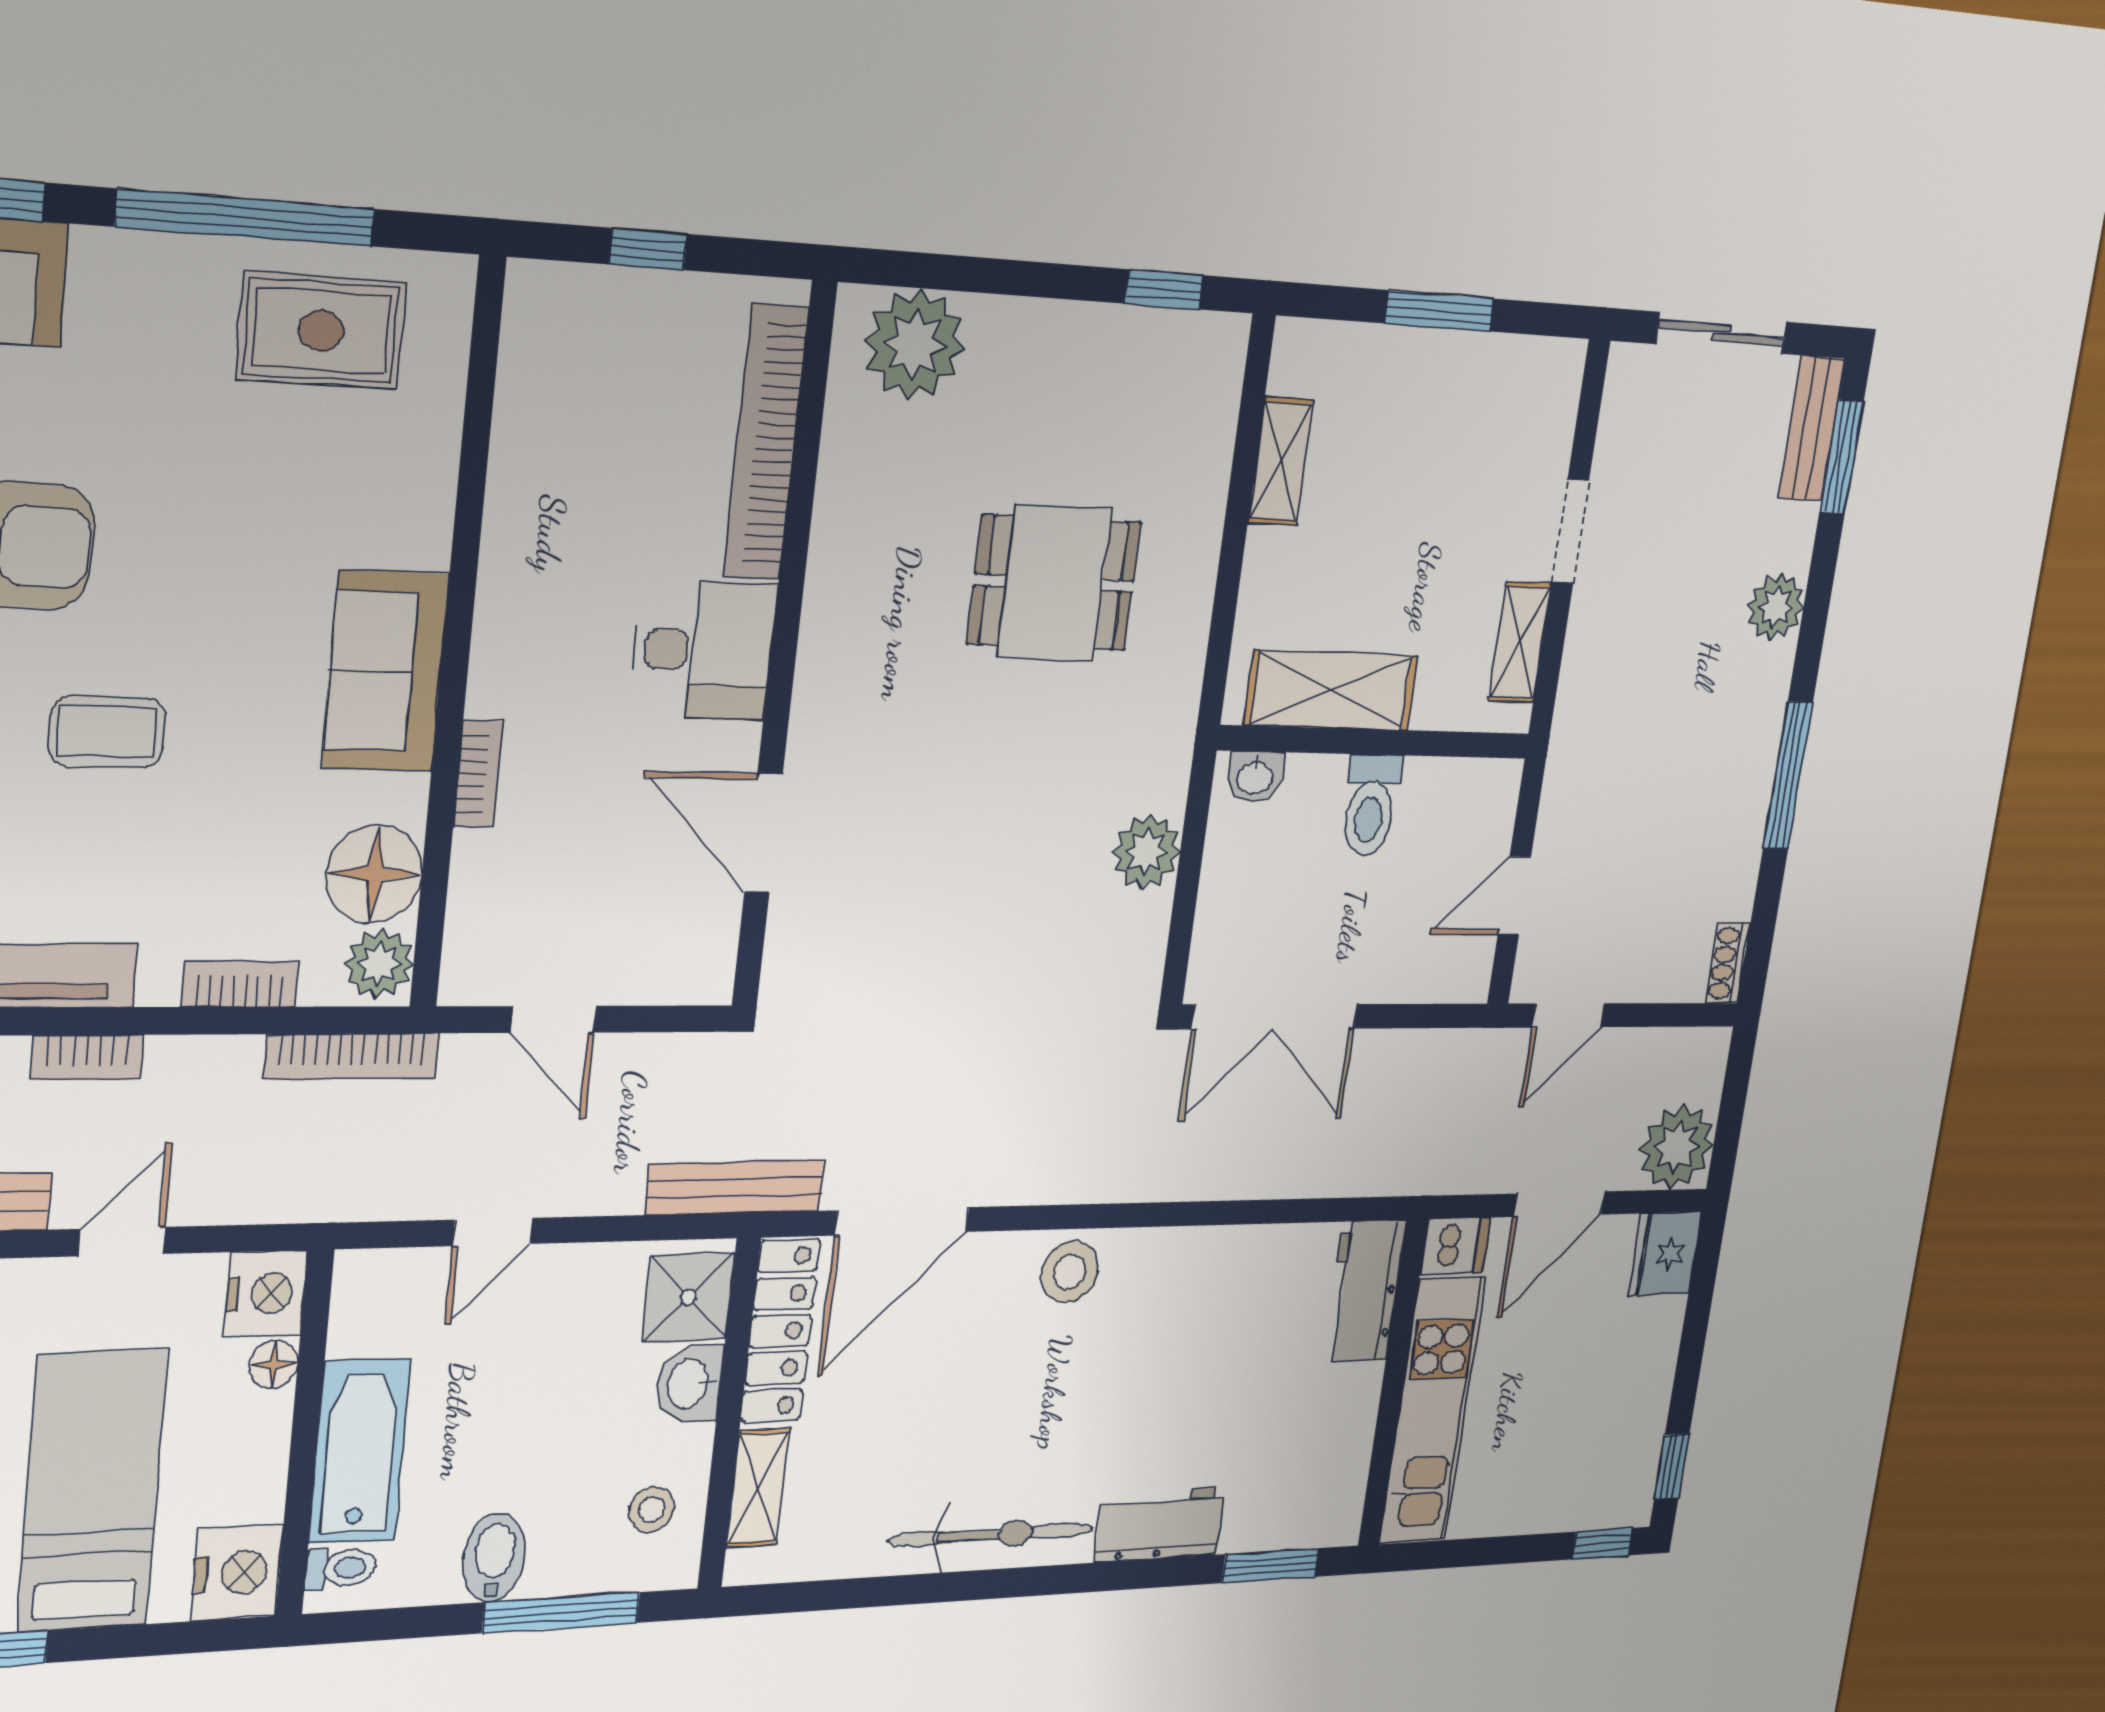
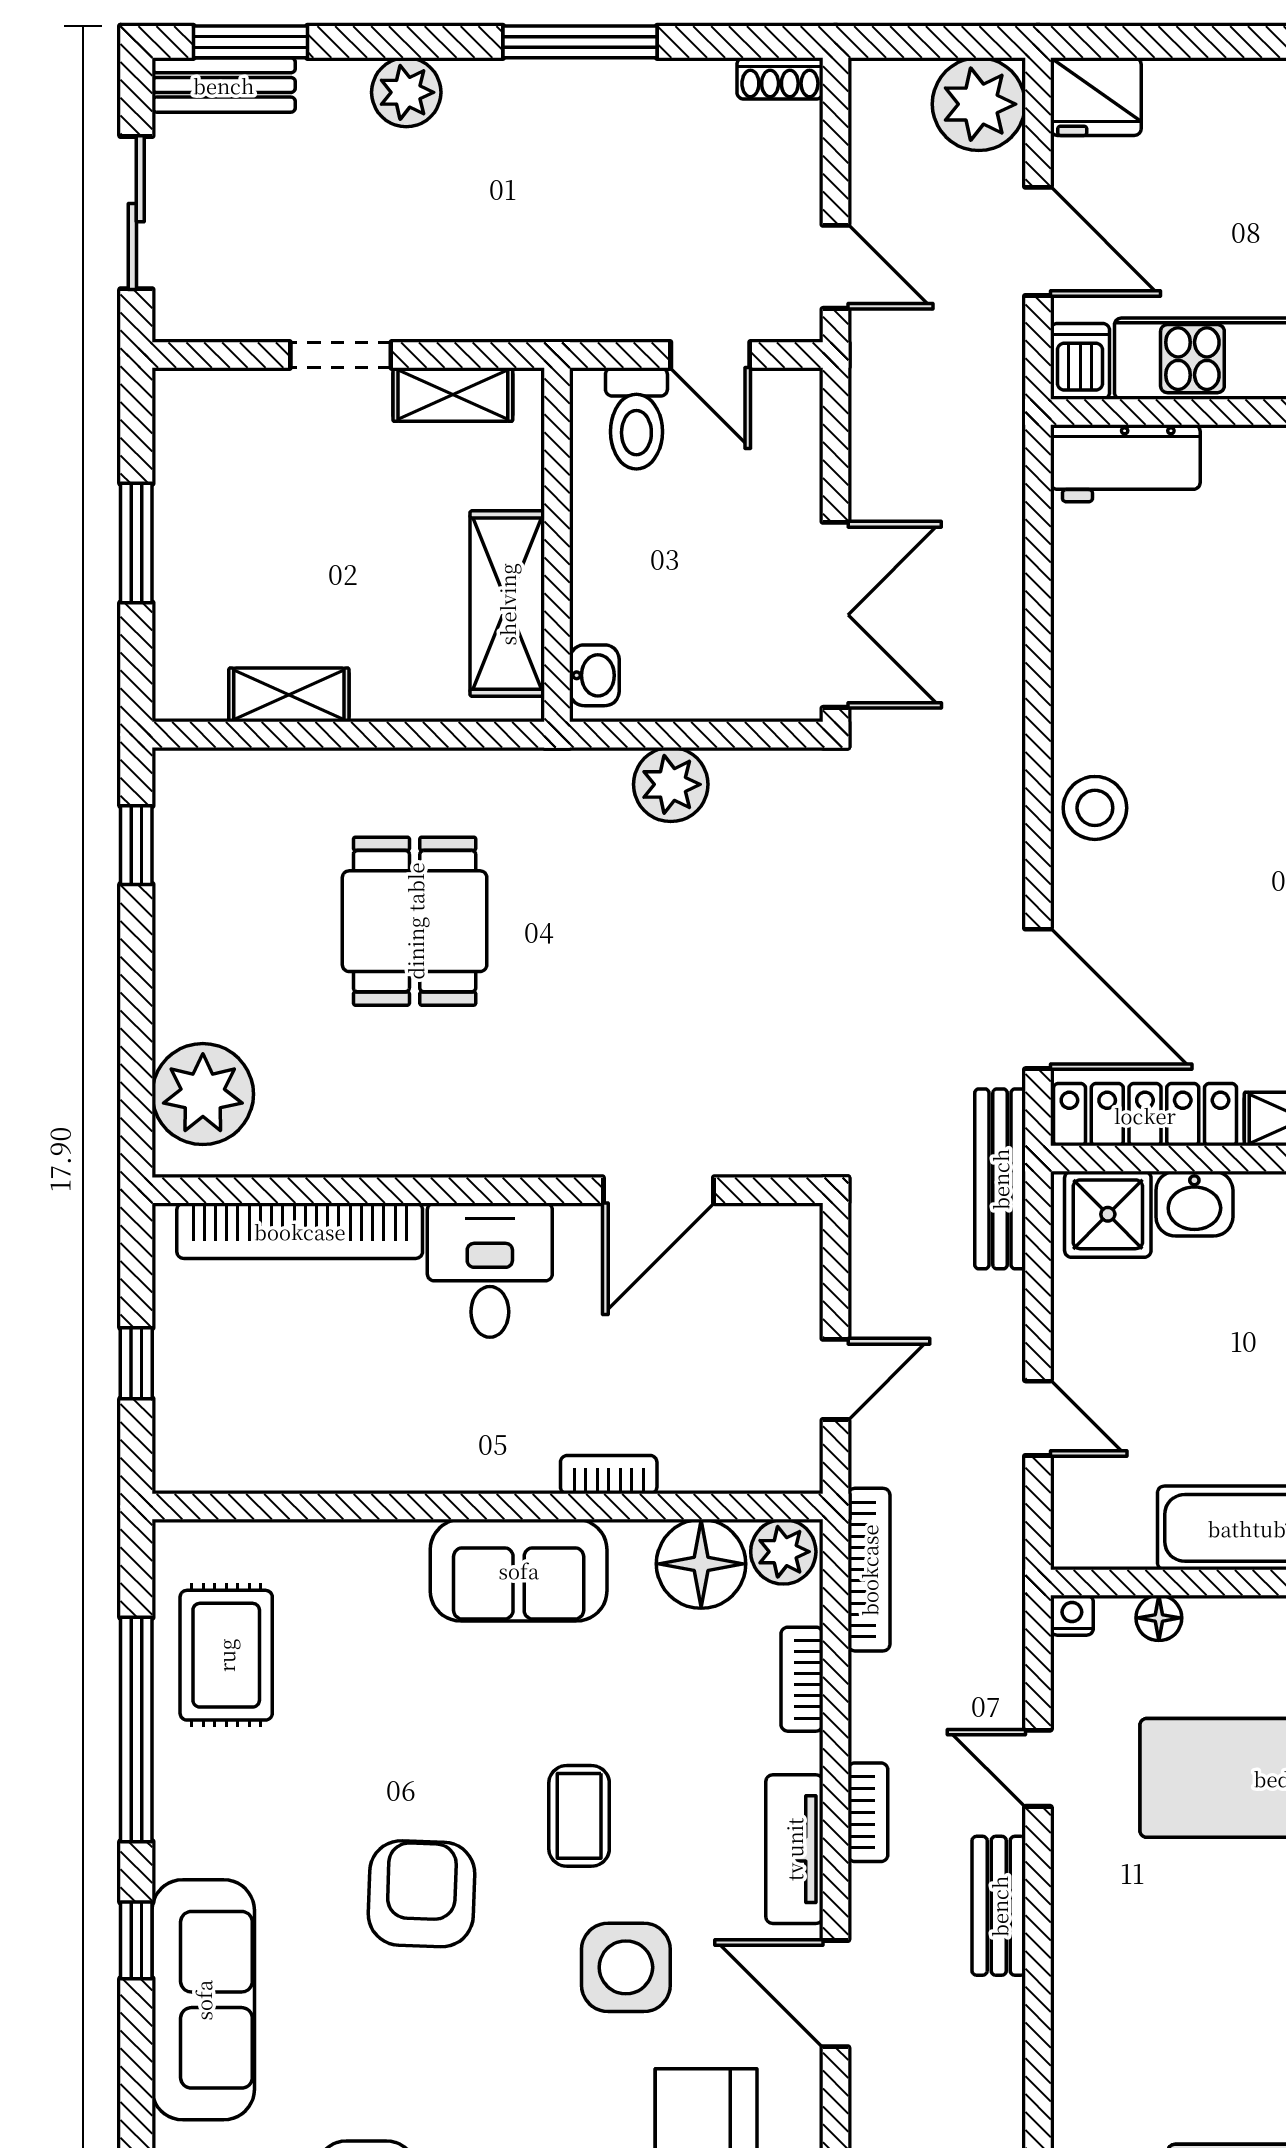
toilet: (1371, 805) -> (636, 418), moved, turned 90
nightstand: (266, 1294) -> (1072, 1615), width x0.53, depth x0.56

